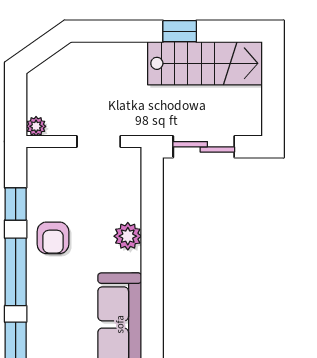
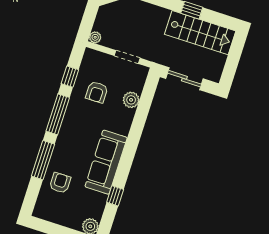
plant: (128, 236) -> (131, 100), moved
armchair: (53, 238) -> (97, 92), moved

